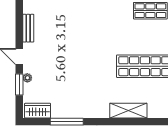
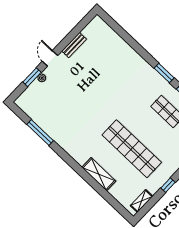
wardrobe: (38, 111) -> (28, 106), removed
shelving: (128, 111) -> (99, 174), moved

